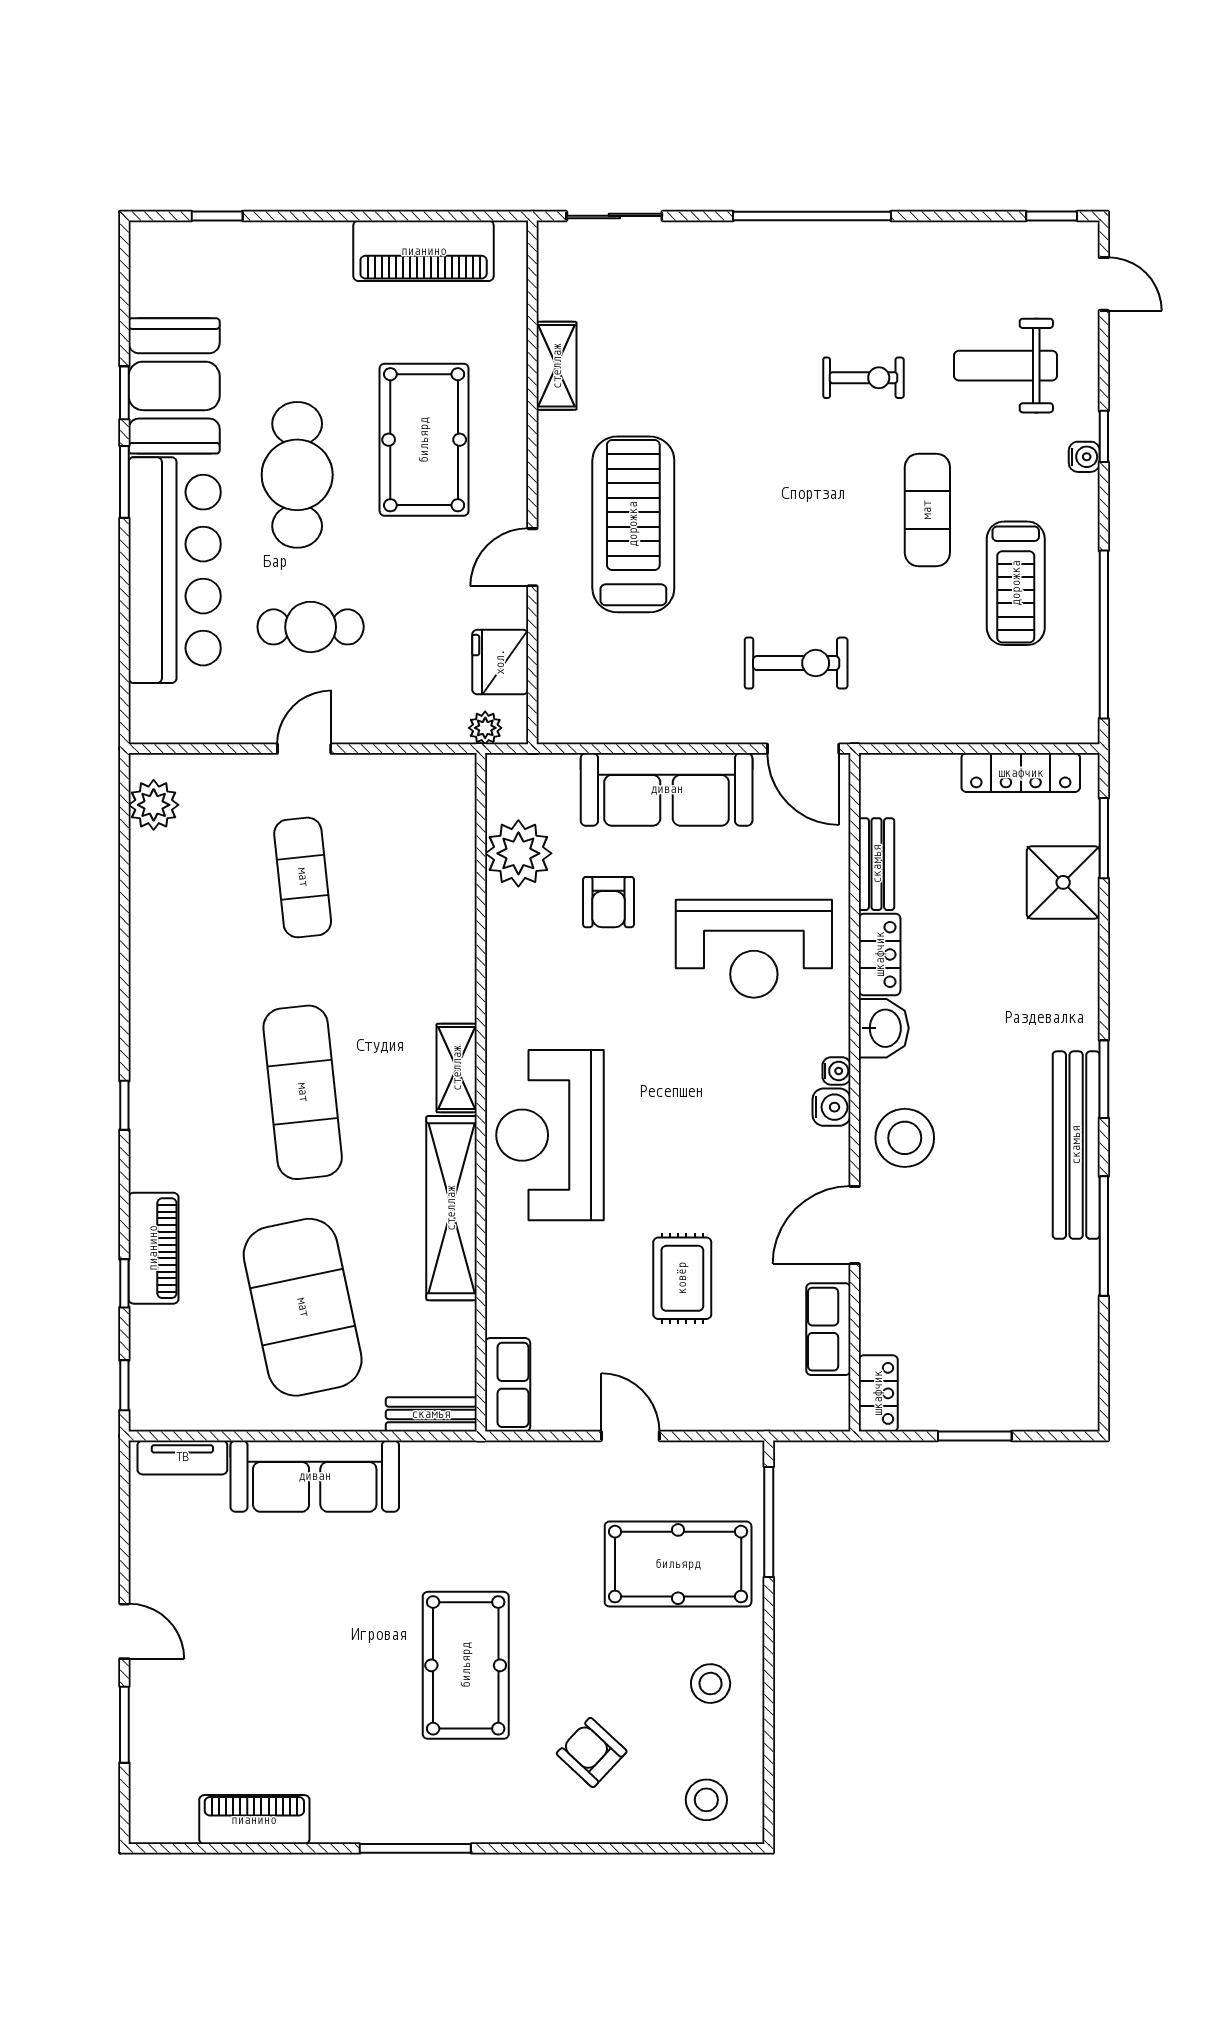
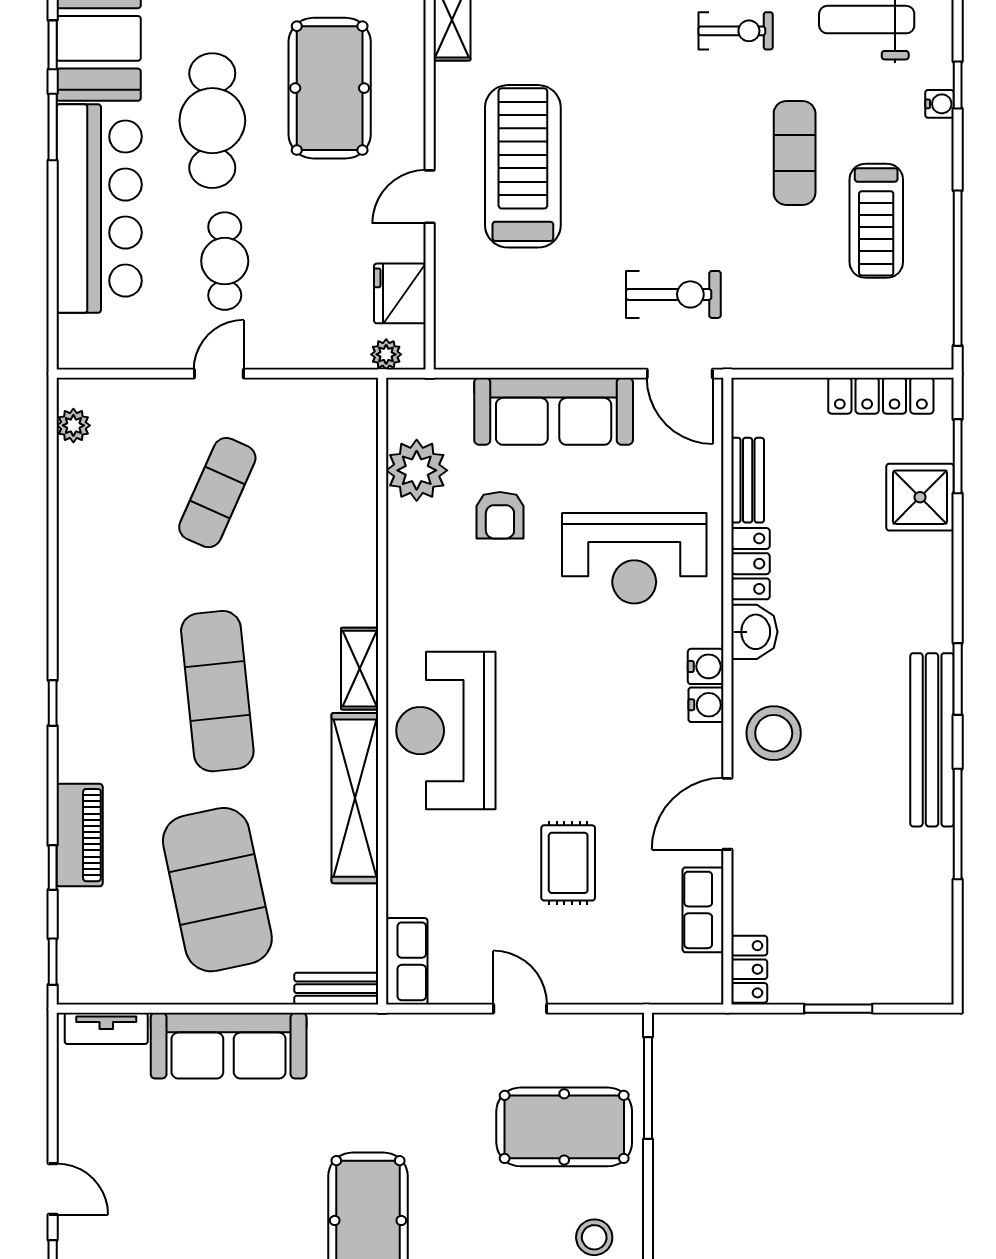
cafe table: (311, 627) -> (225, 261), turned 90
plant: (154, 805) -> (73, 425), width x0.73, depth x0.73
exercise mat: (303, 877) -> (217, 493), turned 30
water cooler: (836, 1071) -> (706, 666), width x1.38, depth x1.38

